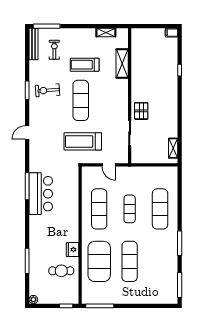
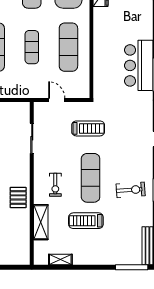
exercise bike: (54, 50) -> (55, 185), moved
treadmill: (85, 65) -> (86, 221), turned 180
pallet: (141, 111) -> (18, 197), moved
treadmill: (83, 141) -> (88, 128), width x0.73, depth x0.73

